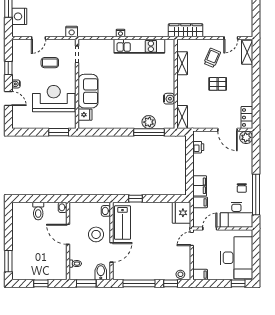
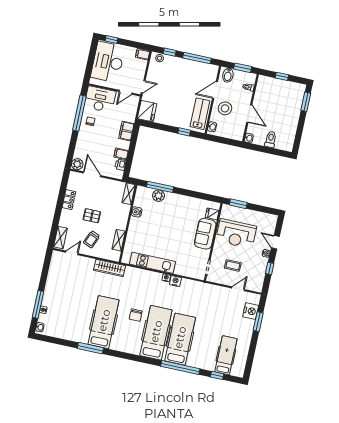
nightstand: (72, 32) -> (175, 281), moved
locker: (247, 117) -> (69, 200), moved
filing cabinet: (200, 202) -> (121, 154), moved

